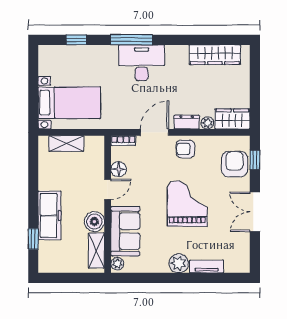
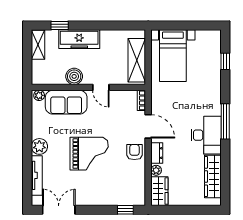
window: (131, 40) -> (225, 121), moved
desk: (142, 63) -> (206, 135), moved
shelving: (66, 144) -> (137, 60), width x1.50, depth x1.33
armchair: (235, 164) -> (122, 193), removed
floor lamp: (119, 169) -> (118, 97), removed
double door: (255, 212) -> (59, 210), moved
shelving: (96, 251) -> (38, 45), moved, turned 90
tv unit: (207, 266) -> (37, 175), width x1.41

